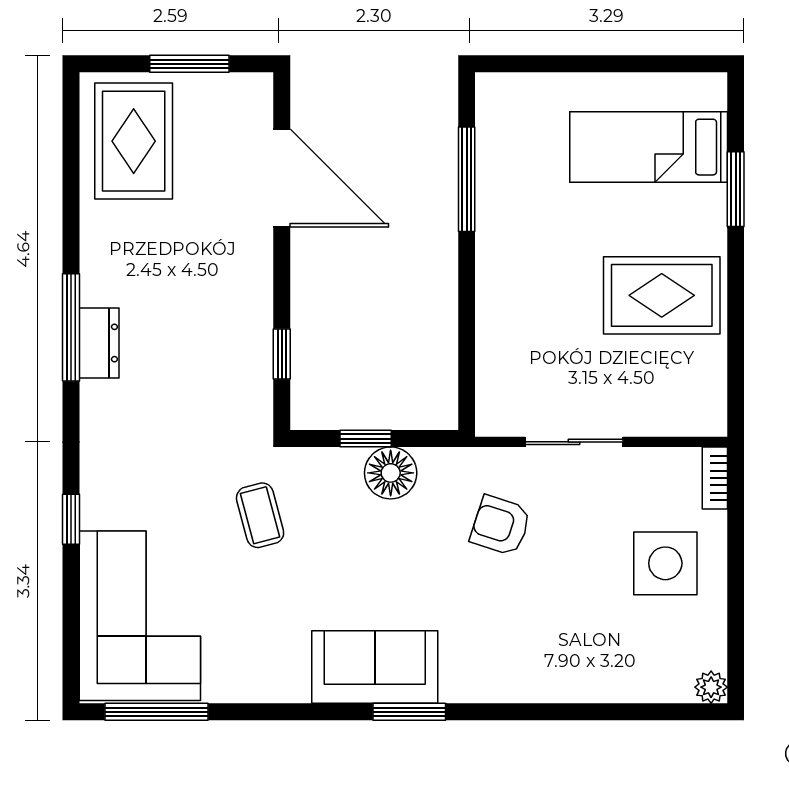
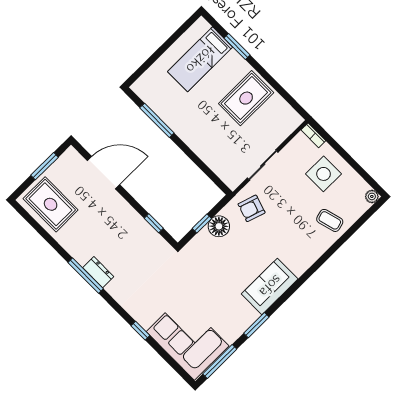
coffee table: (260, 515) -> (330, 220), moved
armchair: (500, 525) -> (252, 208), moved
window: (409, 712) -> (256, 325), moved

